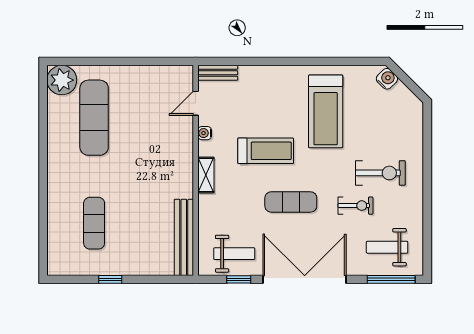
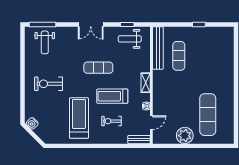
water cooler: (387, 79) -> (32, 123), moved
plant: (62, 80) -> (185, 136), moved
exercise bike: (355, 206) -> (111, 121), moved
exercise mat: (94, 223) -> (179, 56), moved
weight bench: (387, 247) -> (45, 42), turned 90
double door: (305, 279) -> (91, 25), width x0.54

